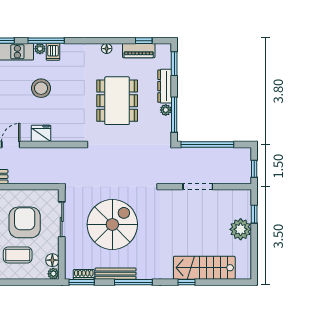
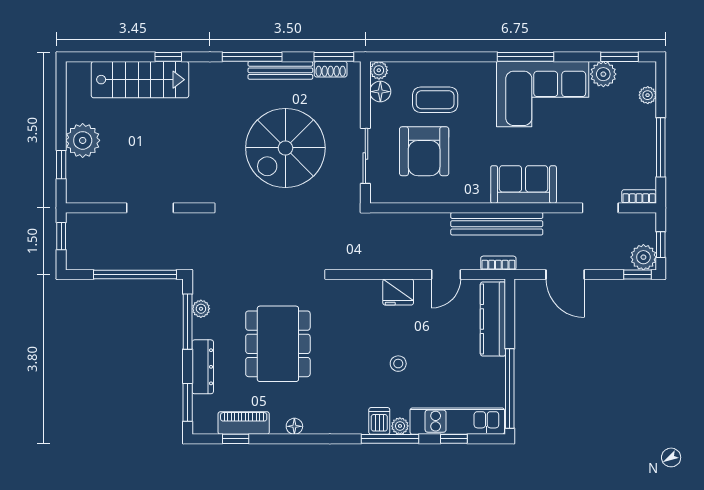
stool: (41, 88) -> (398, 364), width x0.53, depth x0.53
plant: (166, 110) -> (201, 309), moved

